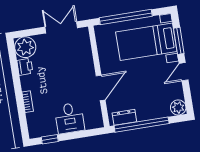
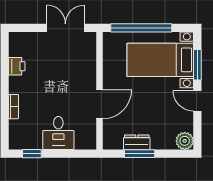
plant: (25, 47) -> (21, 44), removed
door: (184, 72) -> (197, 101), hinge flipped
dresser: (124, 117) -> (137, 142), moved
window: (142, 125) -> (140, 154), width x0.47

